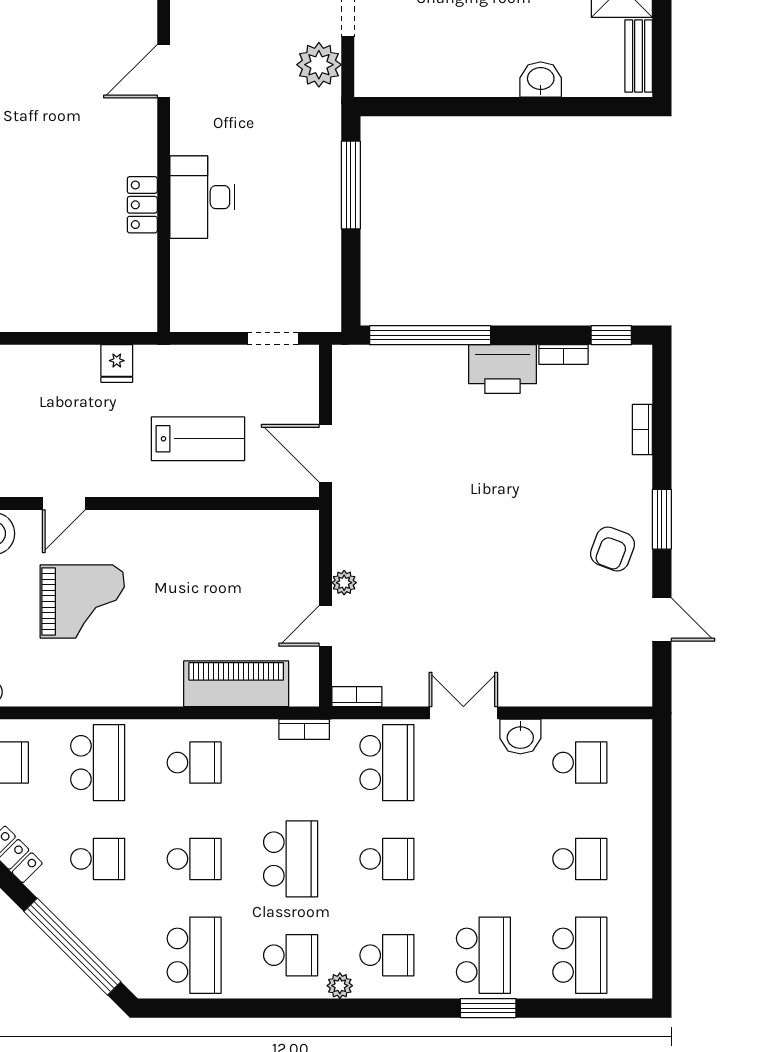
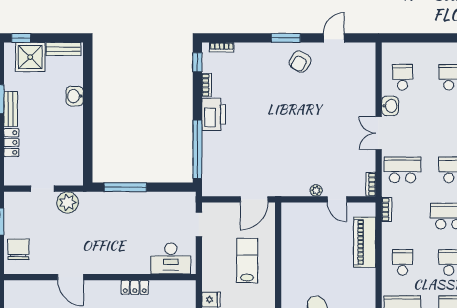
desk: (202, 197) -> (171, 258), moved
bookcase: (642, 430) -> (222, 47), moved
armchair: (612, 549) -> (300, 62), turned 99

